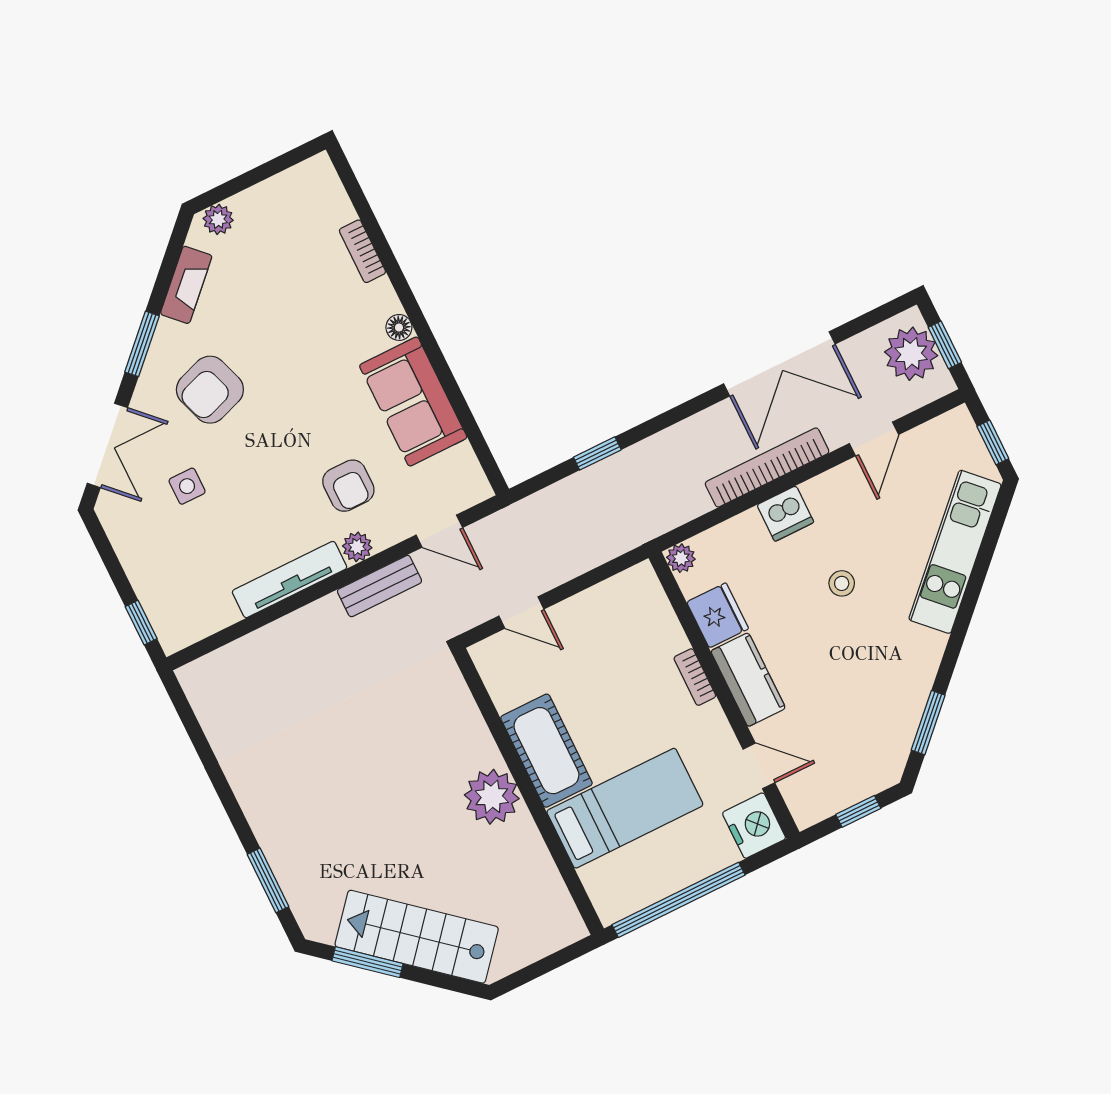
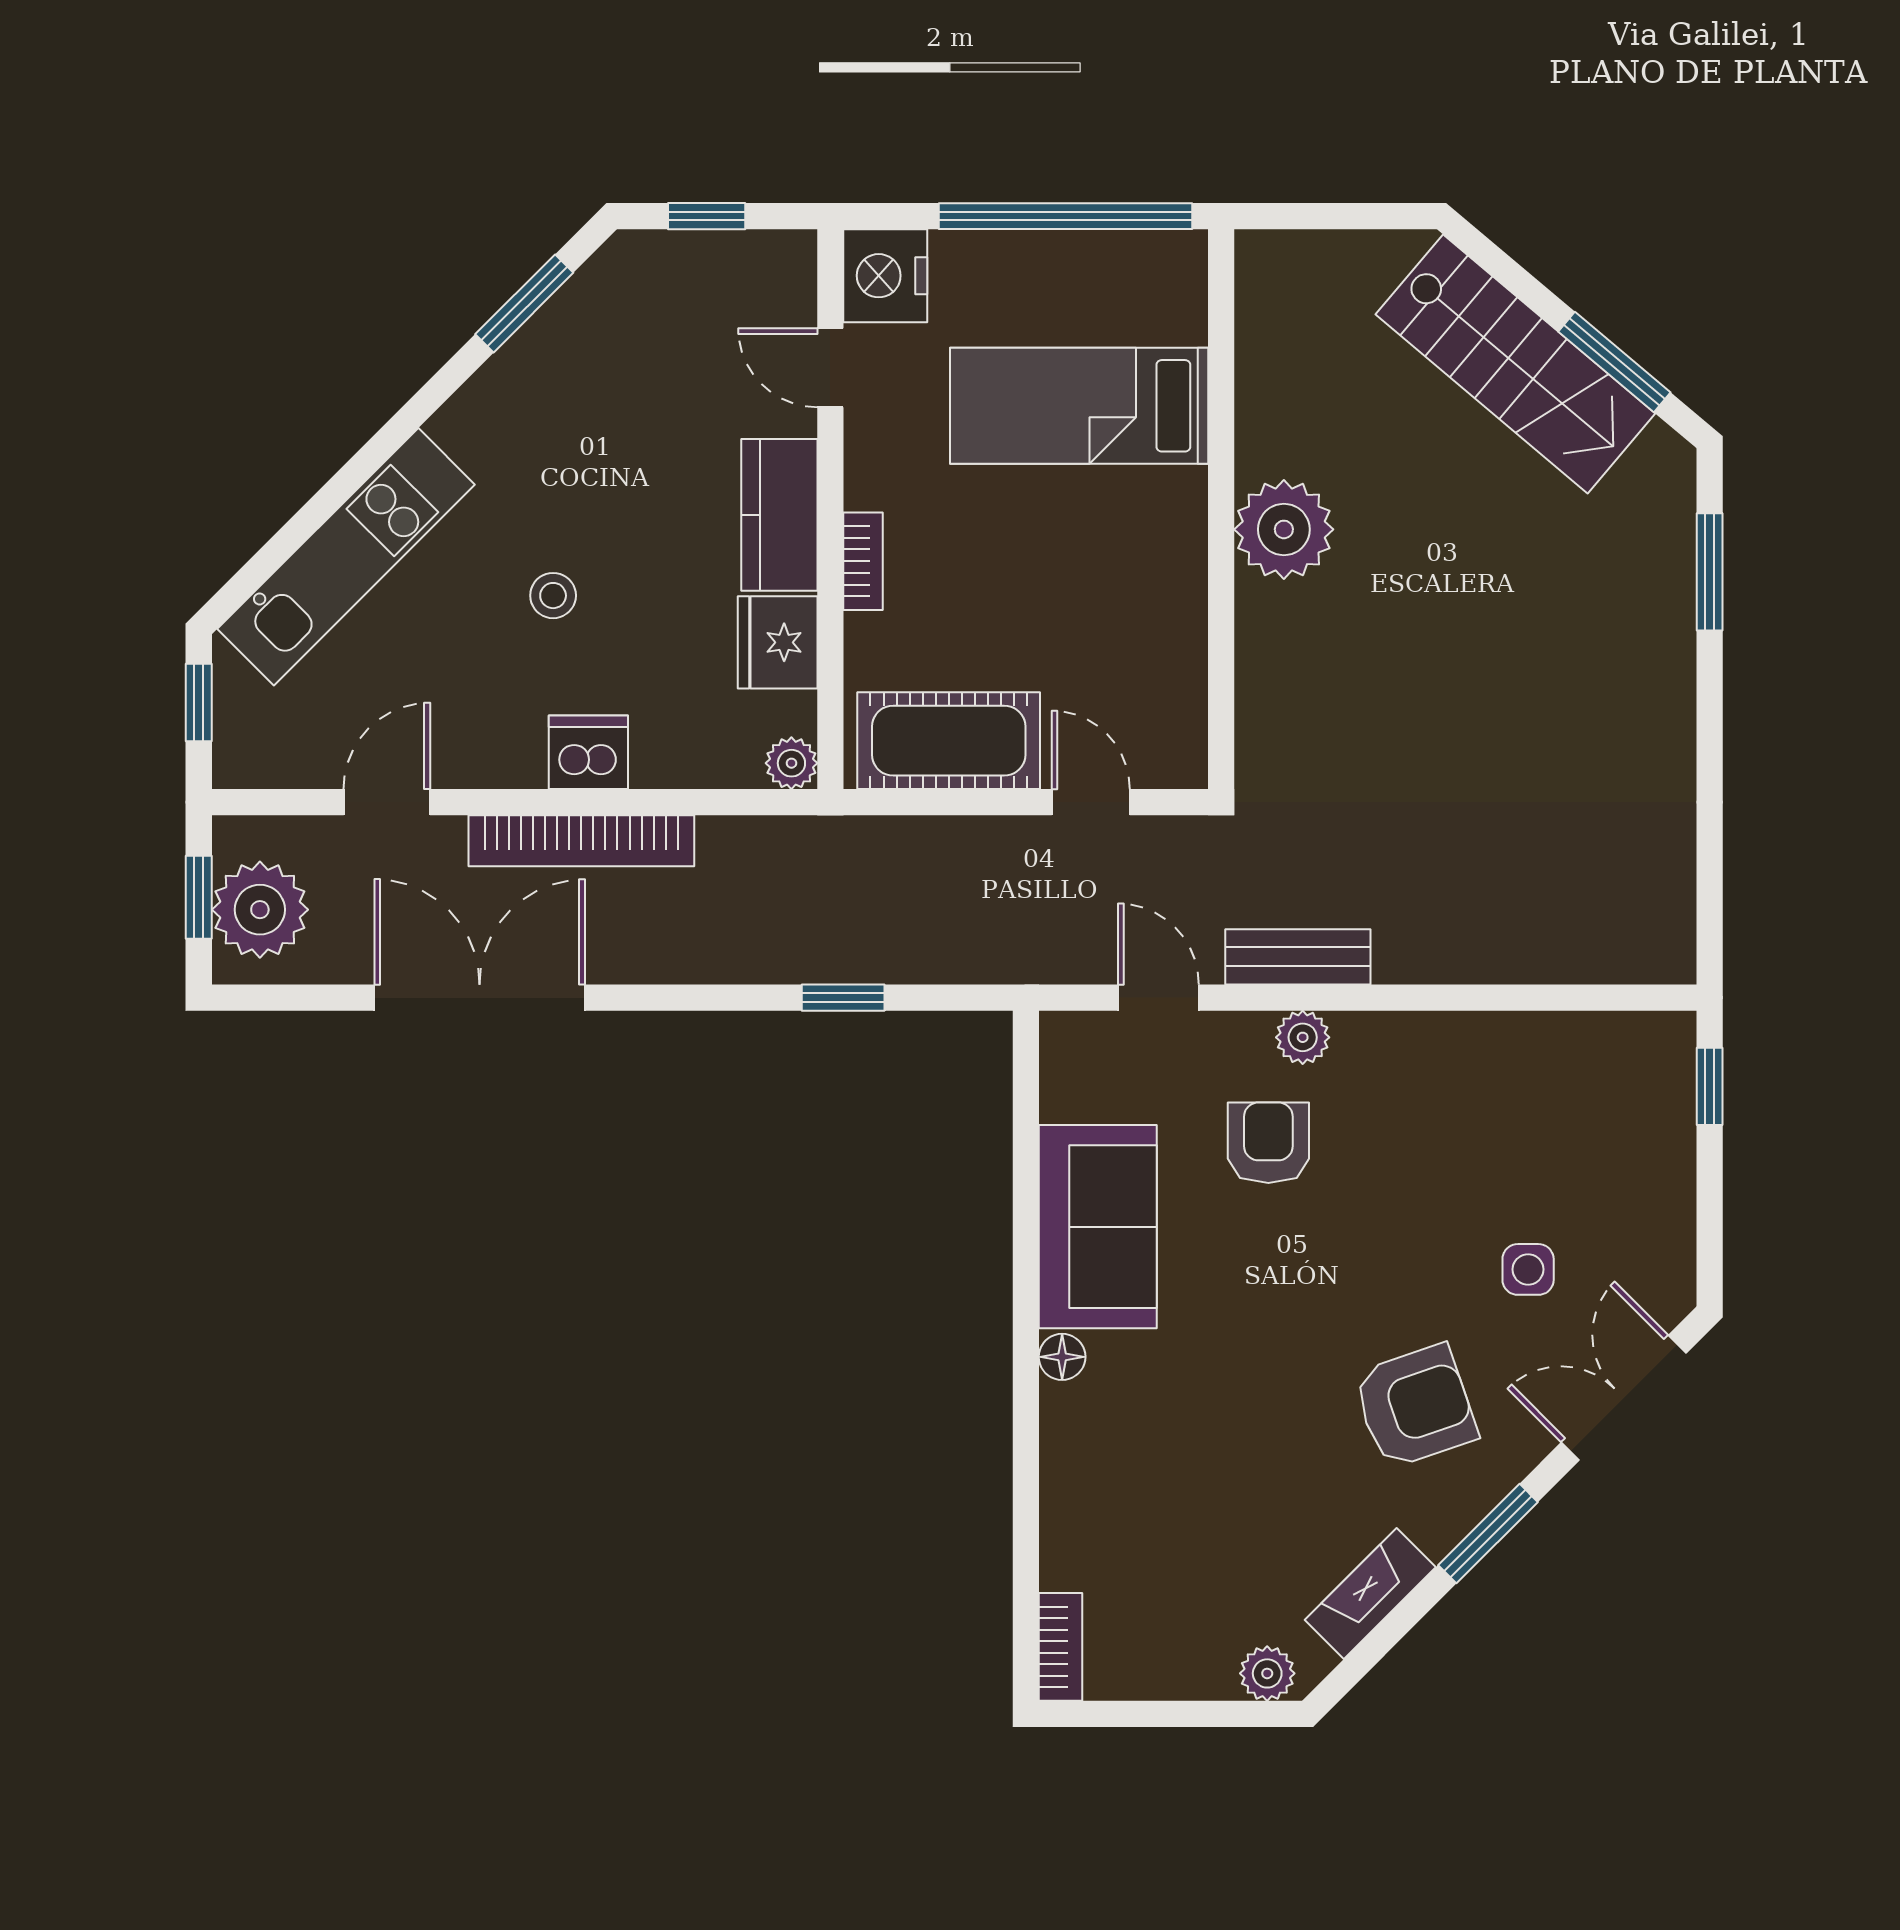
bookcase: (362, 251) -> (1060, 1647), moved
tv unit: (290, 580) -> (1437, 1038), removed
cot: (546, 751) -> (949, 741), moved, turned 90

